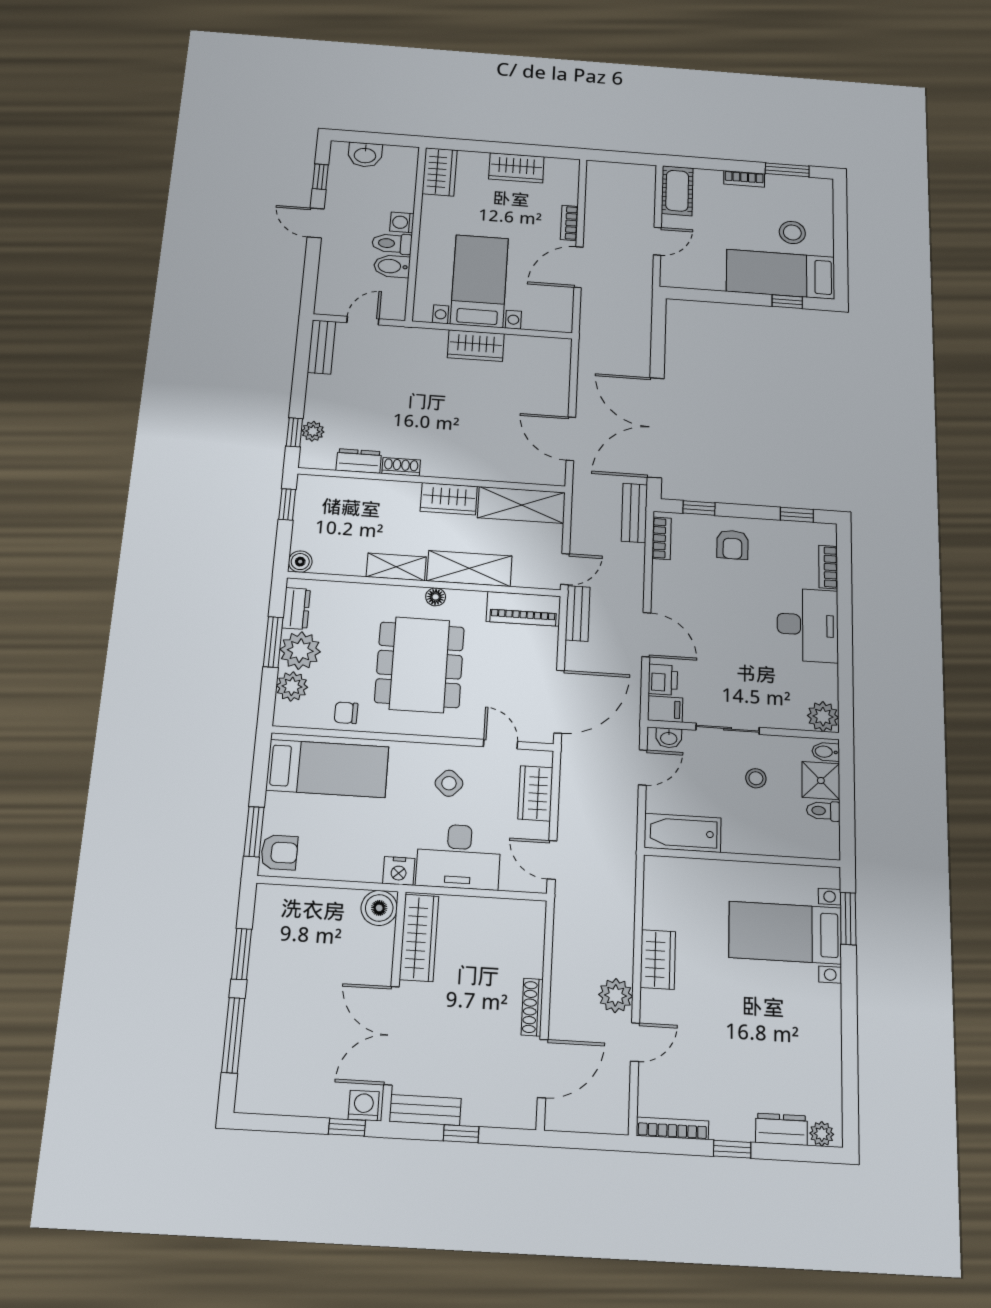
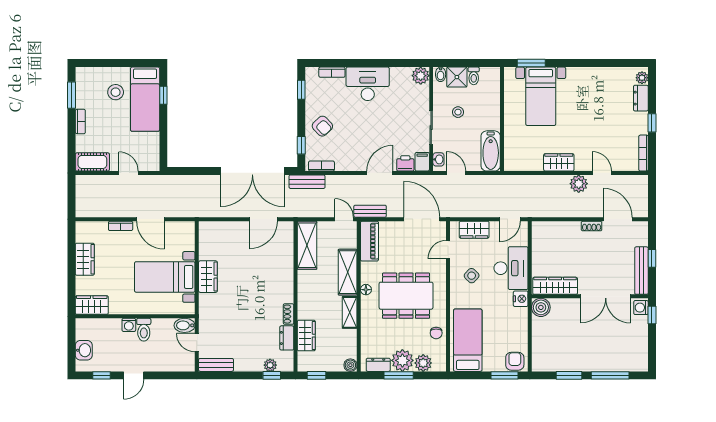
bidet: (392, 266) -> (185, 325), moved, turned 90
wardrobe: (449, 499) -> (306, 336), moved
armchair: (732, 545) -> (322, 126), turned 46
shoe rack: (532, 1007) -> (592, 226), width x0.70
bench: (425, 1110) -> (641, 271), width x1.36

